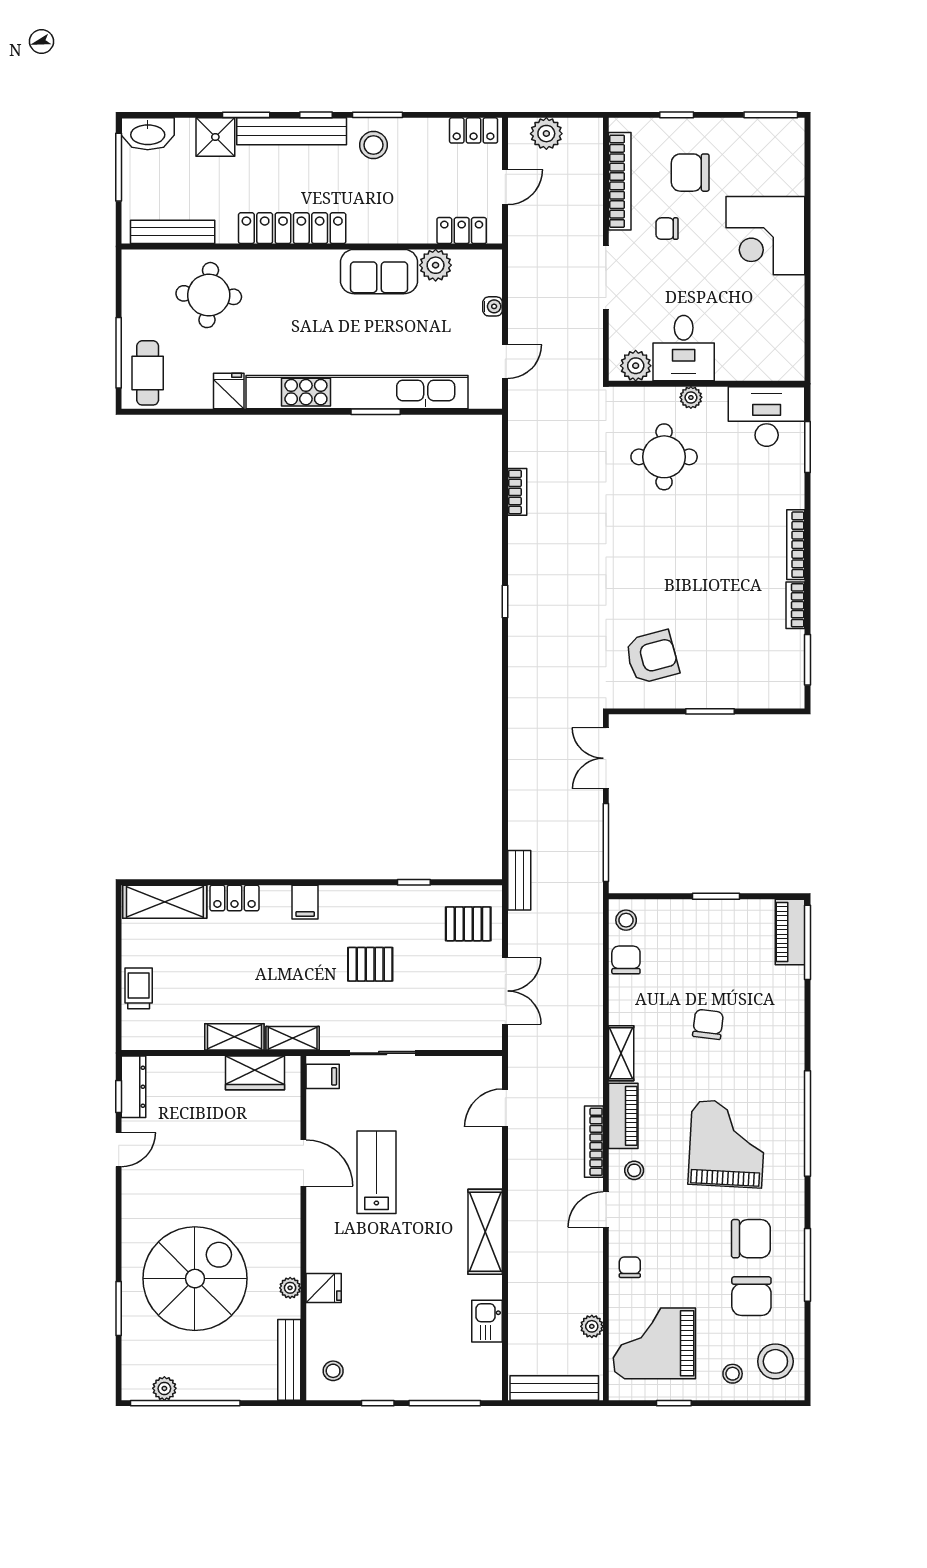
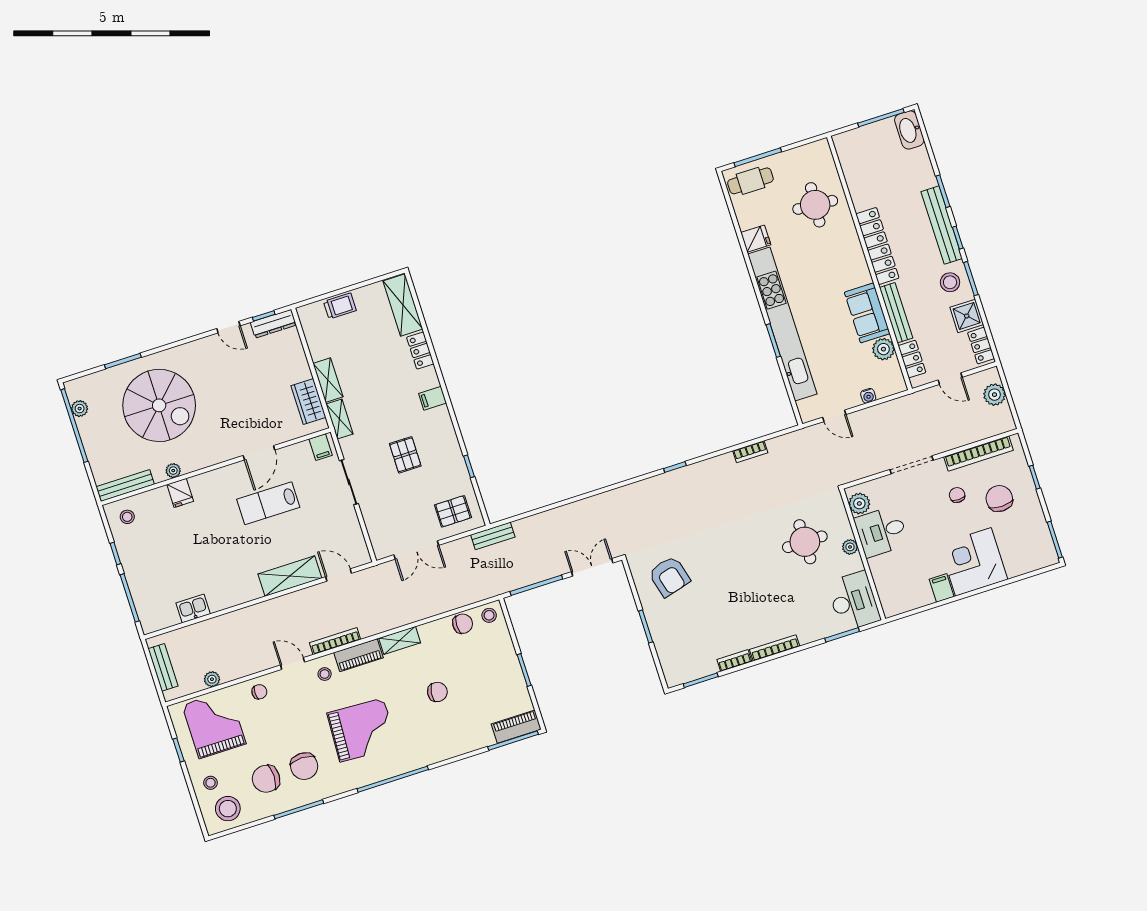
shower: (215, 137) -> (967, 316), moved
bench: (173, 232) -> (896, 313), moved
filing cabinet: (787, 290) -> (942, 588), added
pallet: (468, 924) -> (453, 511), turned 90
lab bench: (376, 1172) -> (268, 503), turned 180
shelving: (485, 1232) -> (290, 576), moved
bench: (554, 1388) -> (163, 667), width x0.73

